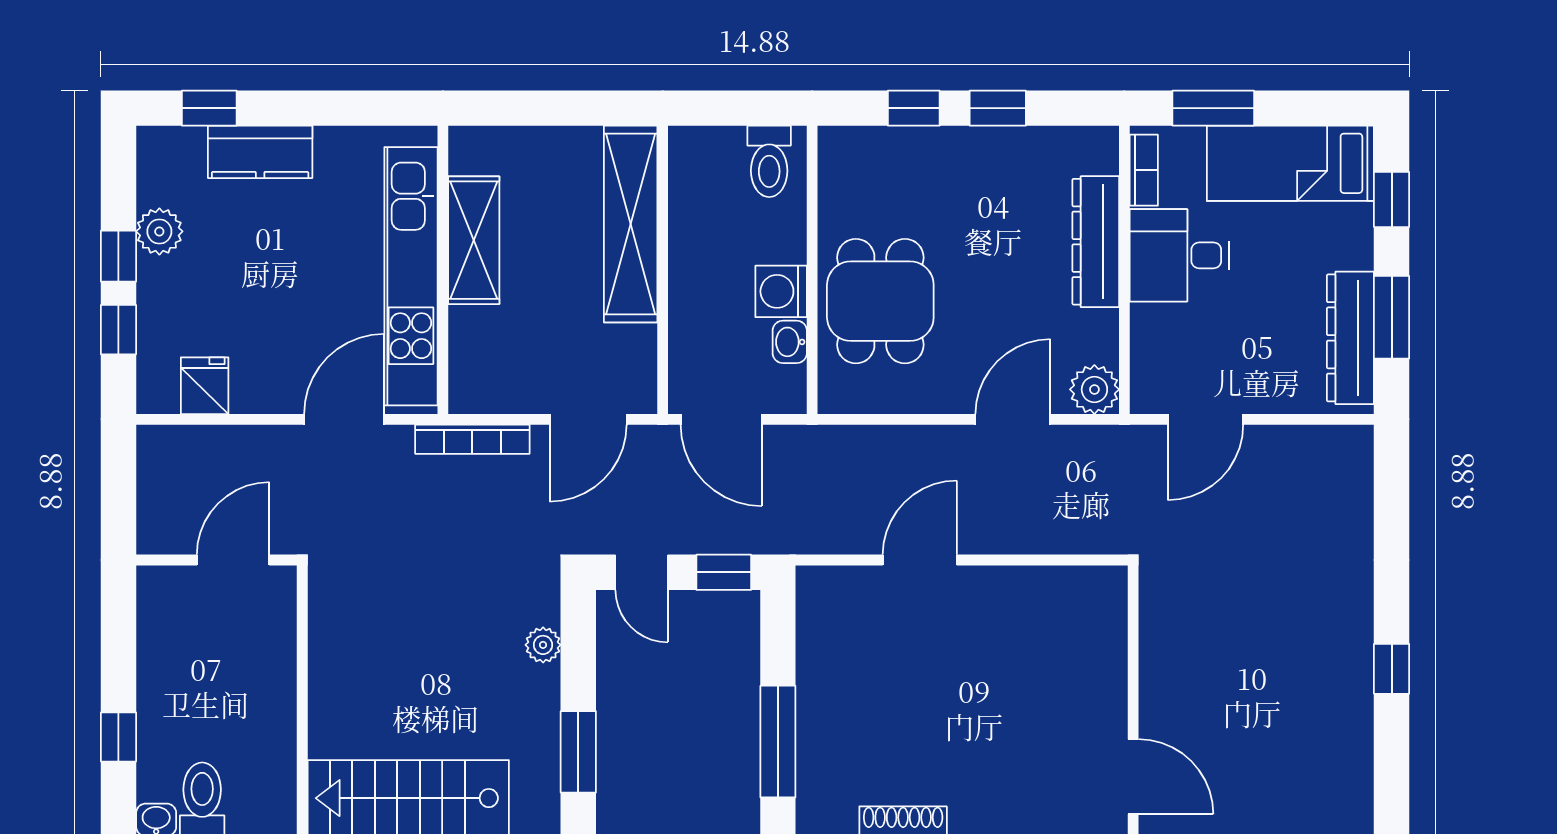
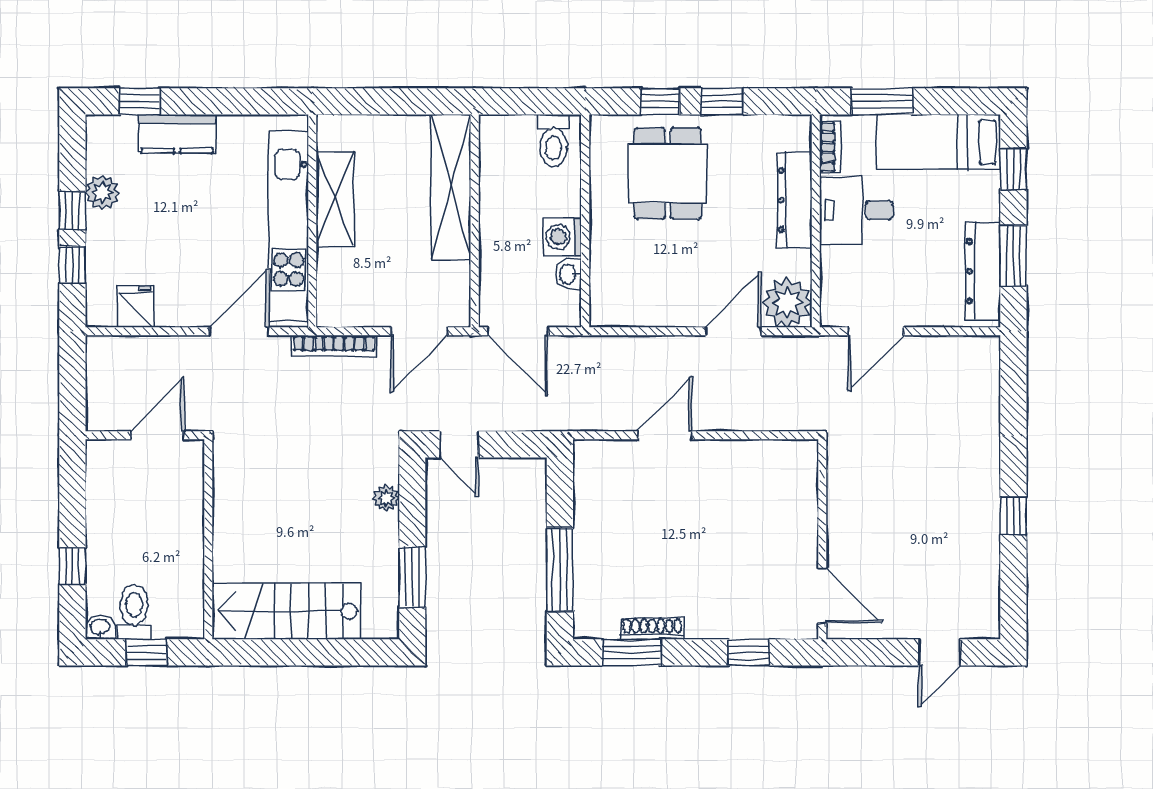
dining table: (880, 301) -> (668, 173), moved
plant: (1094, 389) -> (787, 303), width x1.36, depth x1.36
window: (724, 572) -> (520, 444), removed

